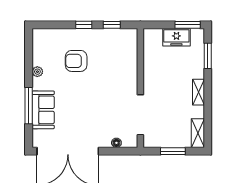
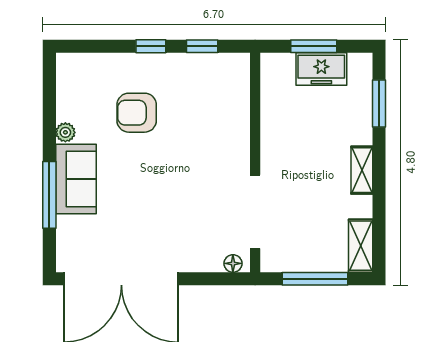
window: (188, 25) -> (314, 46), moved
sofa: (43, 110) -> (76, 179), moved
floor lamp: (116, 143) -> (233, 263), moved
window: (173, 151) -> (315, 279), width x1.44

